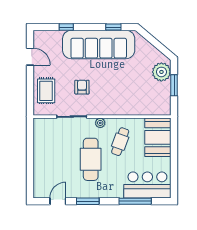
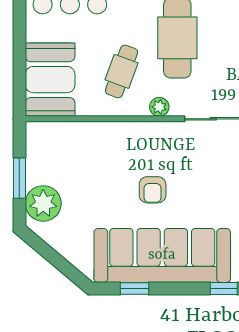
armchair: (82, 87) -> (153, 190), moved

